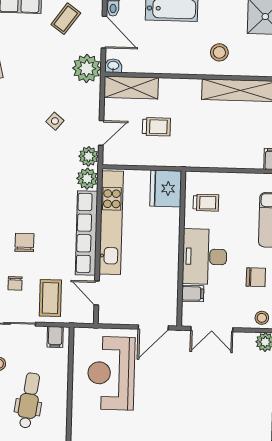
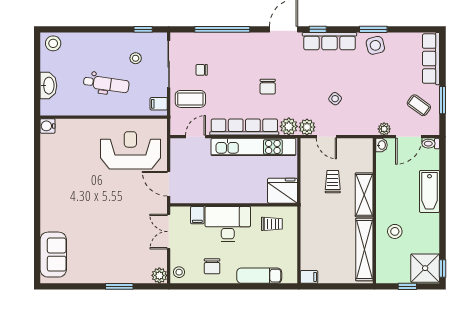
plant: (87, 68) -> (384, 129), width x0.53, depth x0.53
shelving: (131, 88) -> (364, 195), moved
trolley: (156, 127) -> (333, 182), turned 180
trolley: (206, 203) -> (272, 224), turned -90
chair: (24, 243) -> (268, 87), moved, turned 90

